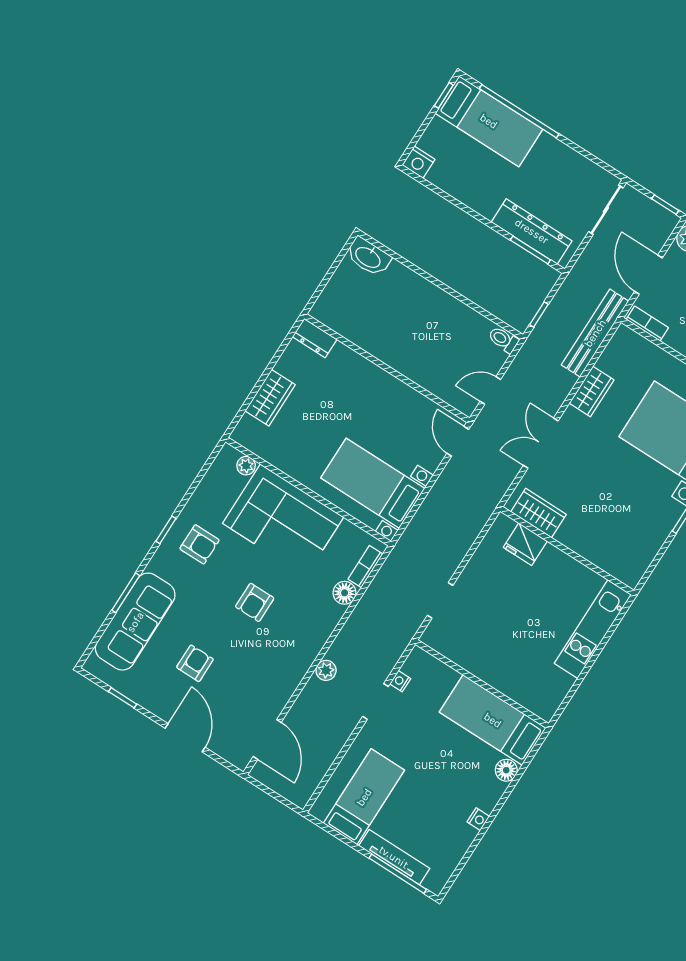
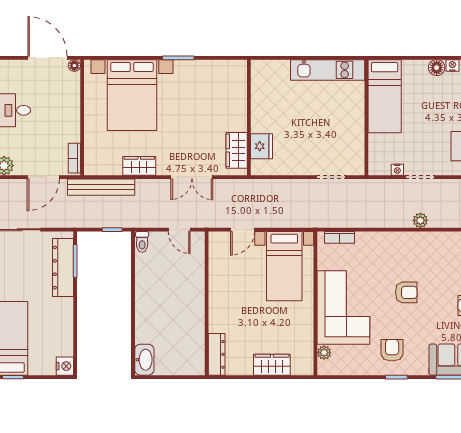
dresser: (315, 338) -> (217, 354), width x1.44
door: (458, 441) -> (243, 230), moved
floor lamp: (345, 593) -> (364, 240), removed
kitchen unit: (593, 629) -> (328, 70), moved
floor lamp: (506, 770) -> (437, 68), moved

